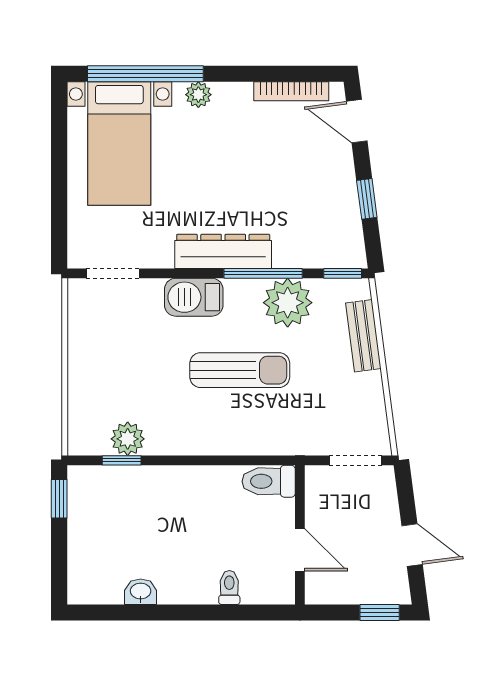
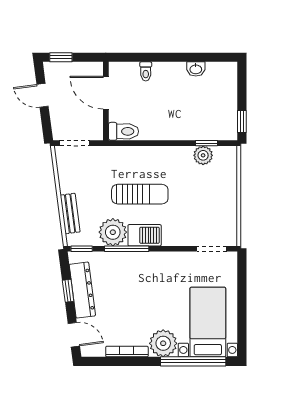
bookcase: (291, 91) -> (127, 352), moved
plant: (198, 95) -> (163, 343), width x1.87, depth x1.87
dresser: (223, 251) -> (82, 290), moved, turned -97
barbecue: (194, 297) -> (145, 235), moved
sun lounger: (240, 370) -> (140, 194), turned 180
door: (300, 550) -> (106, 93), width x1.38

